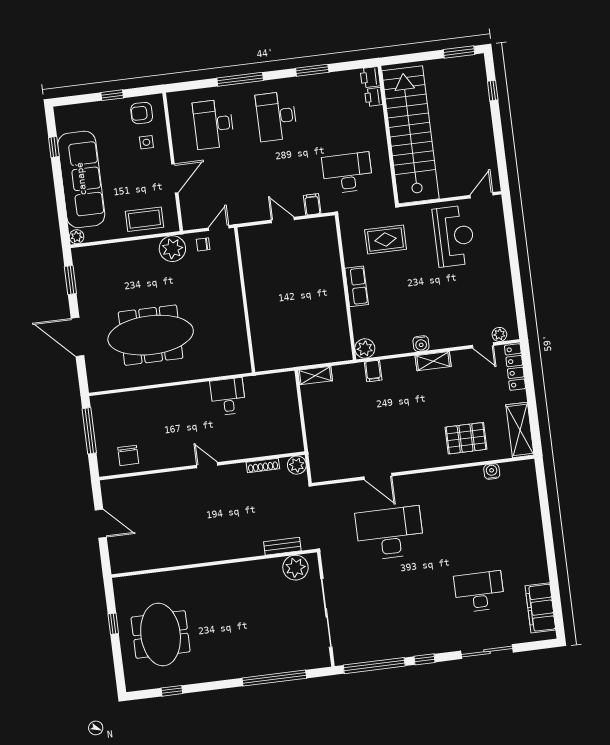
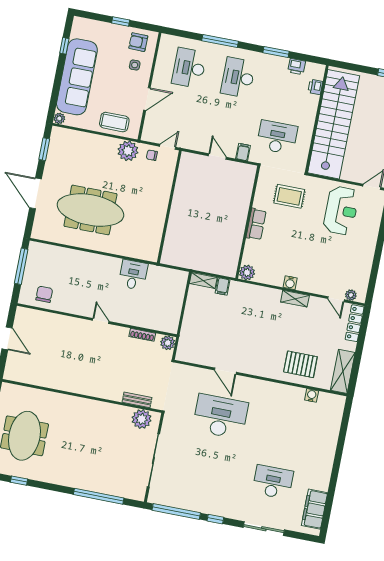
printer: (370, 77) -> (297, 67), moved, turned -90
filing cabinet: (373, 371) -> (223, 286), moved
chair: (128, 455) -> (44, 294), turned 180

